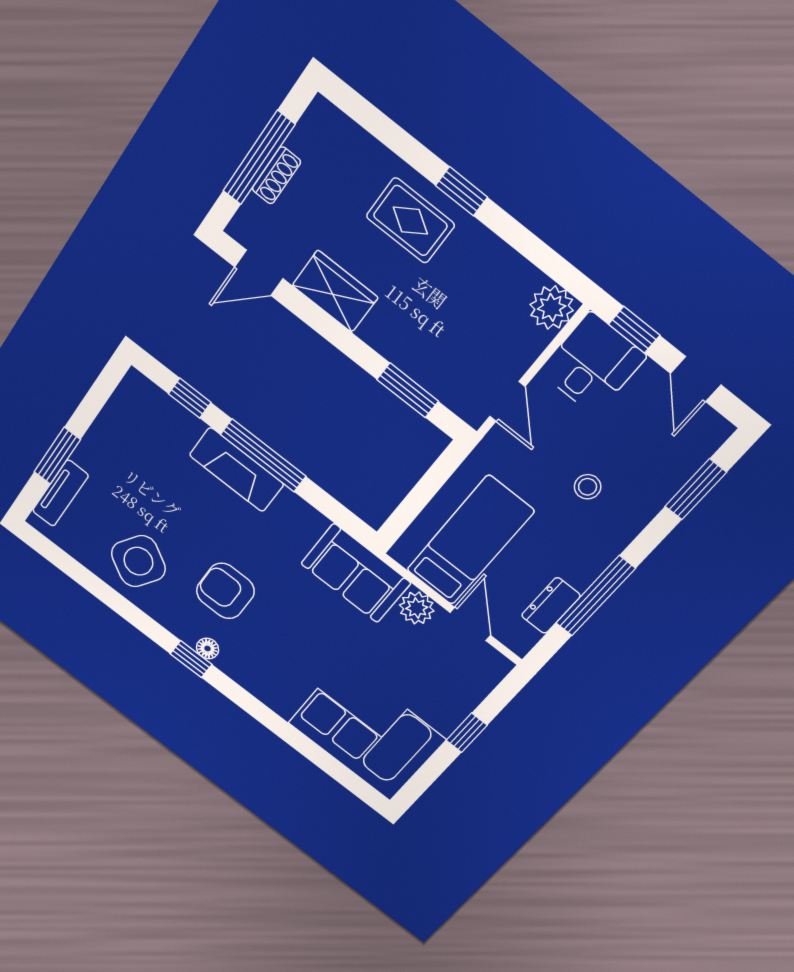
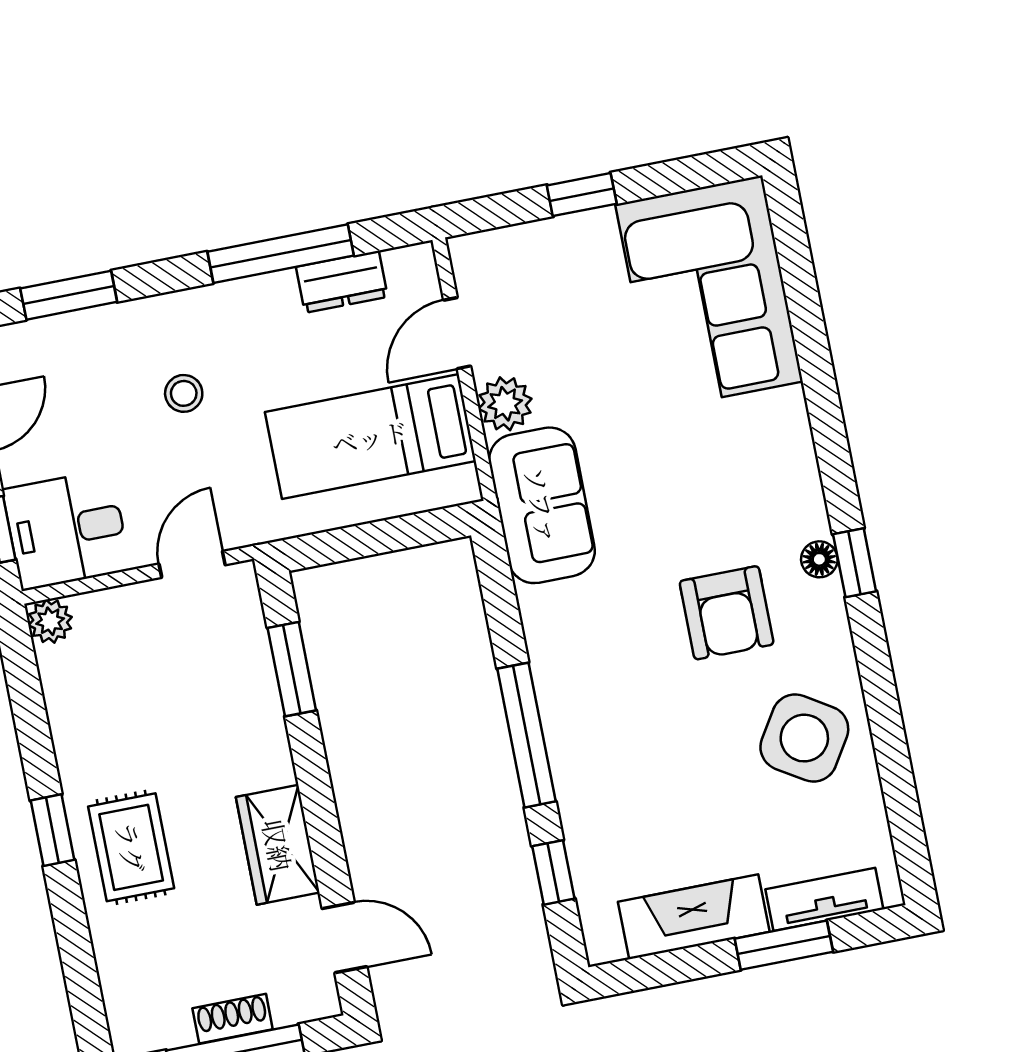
plant: (552, 308) -> (50, 621), width x0.73, depth x0.73
fireplace: (236, 470) -> (694, 917), moved, turned -90

